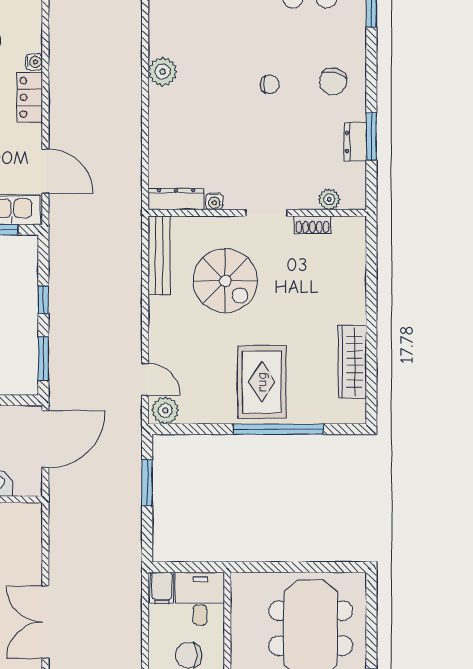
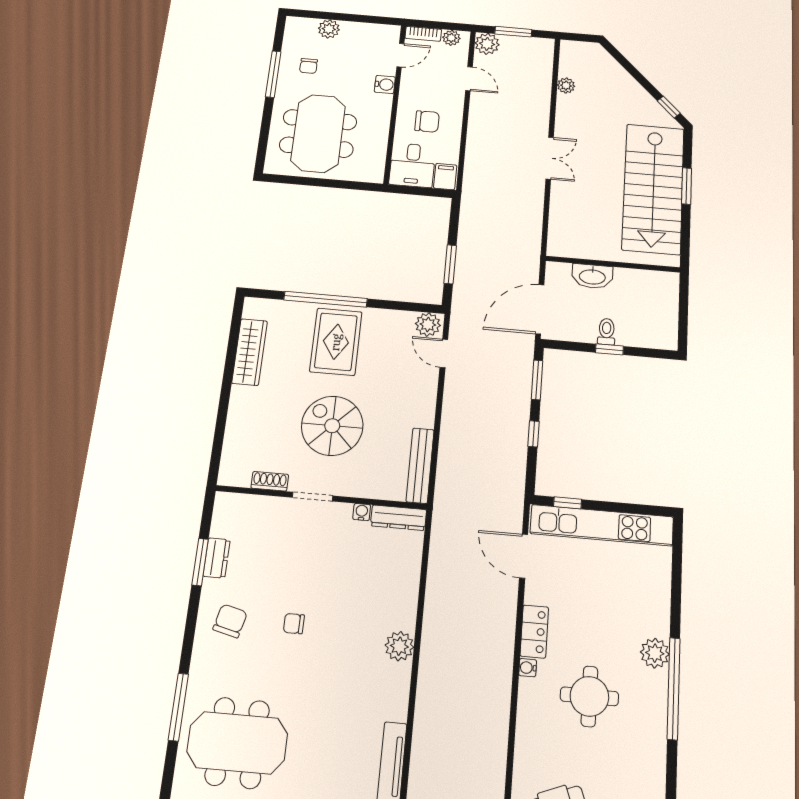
plant: (329, 199) -> (250, 504), removed
spiral stairs: (225, 281) -> (332, 426), moved
double door: (45, 622) -> (550, 158), width x0.73

